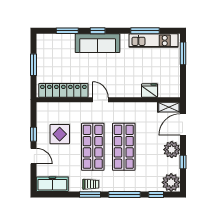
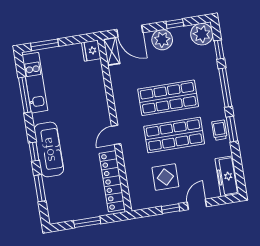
fridge: (150, 91) -> (91, 51), moved

